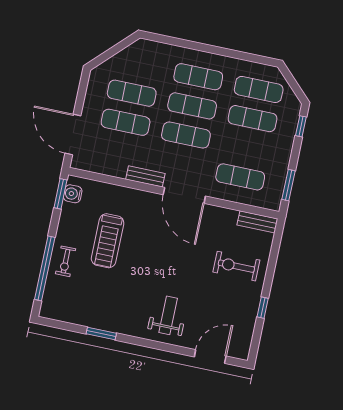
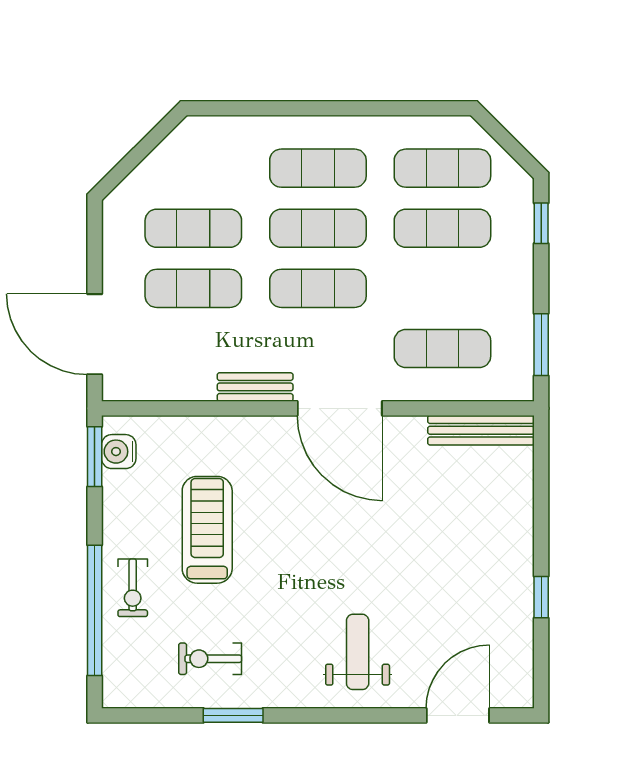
bench: (257, 222) -> (481, 430), width x1.36
treadmill: (108, 241) -> (207, 530), turned 180
exercise bike: (236, 266) -> (210, 659), moved, width x0.73, depth x0.72

